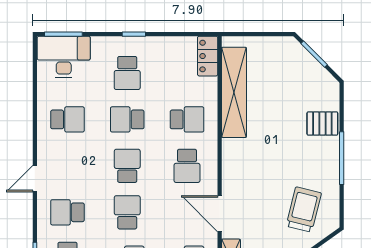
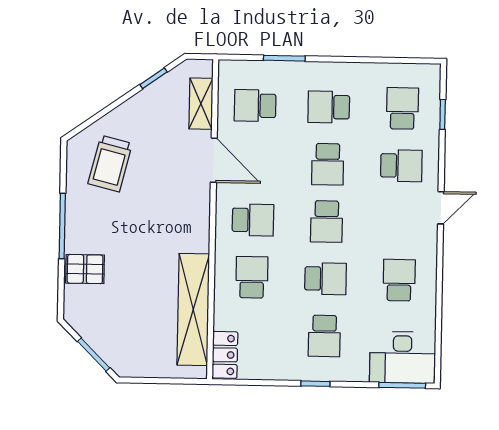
school desk: (127, 73) -> (324, 336), turned 180
school desk: (67, 119) -> (399, 280), turned 90
school desk: (187, 119) -> (252, 277), turned 90
school desk: (187, 166) -> (253, 220), turned 90

